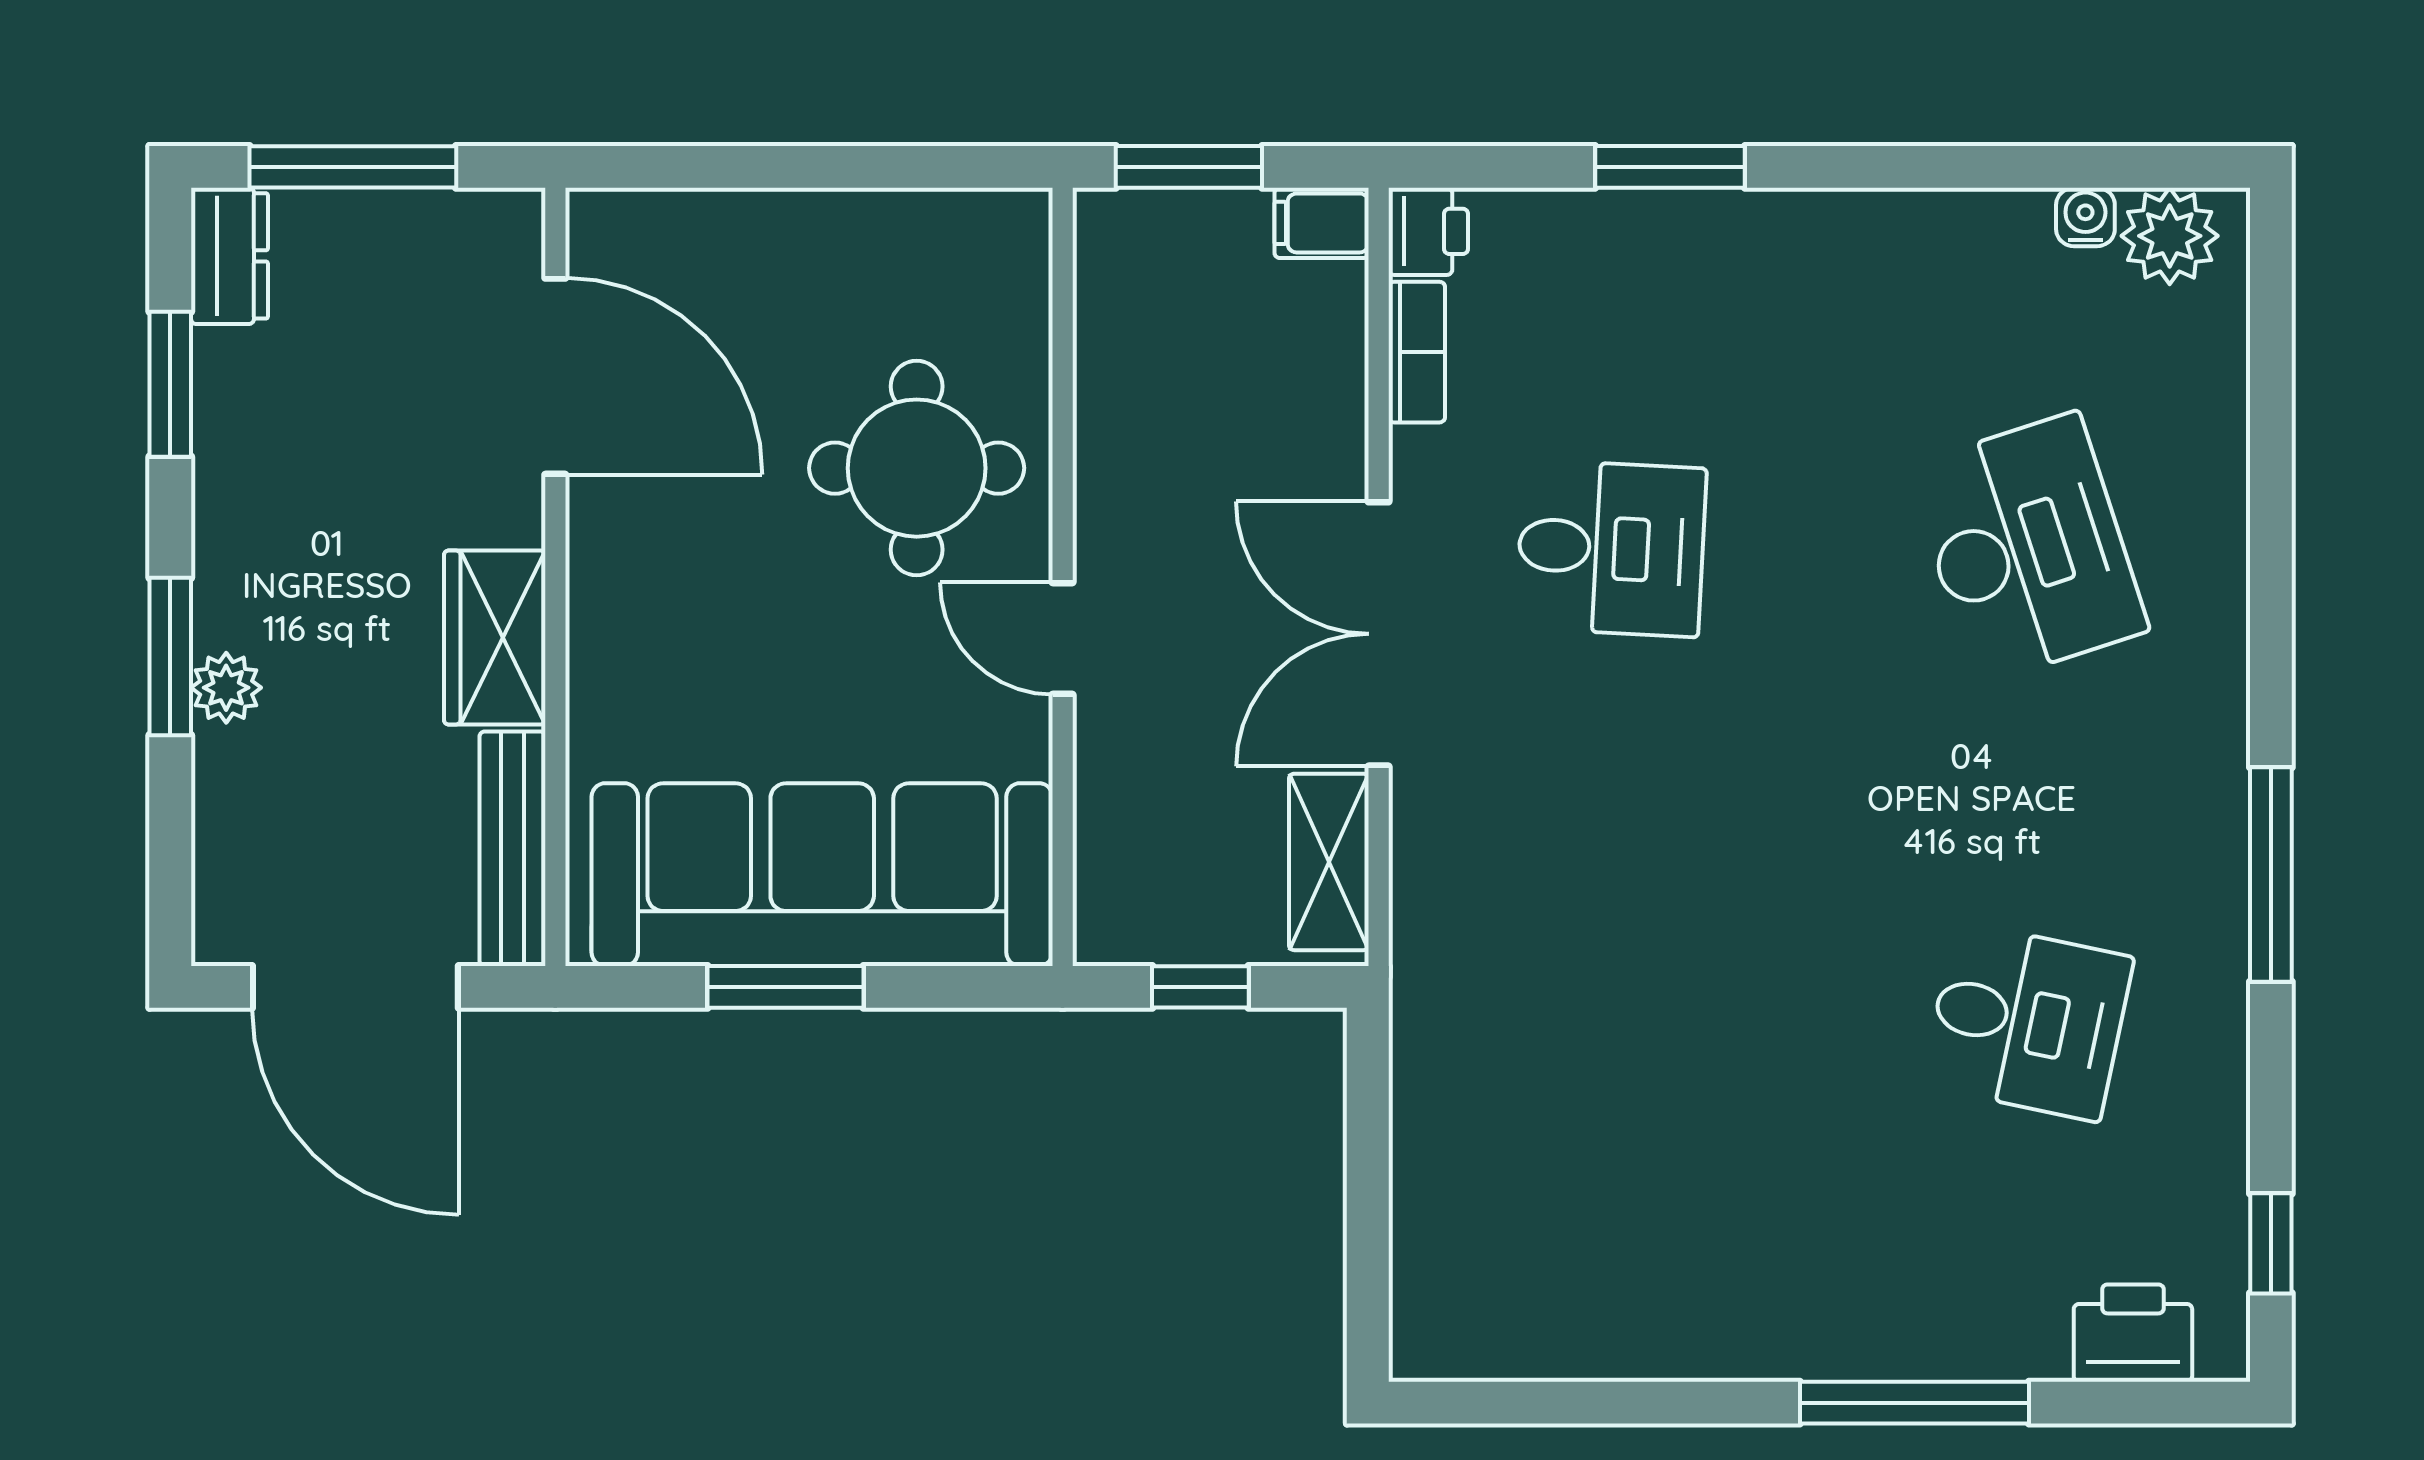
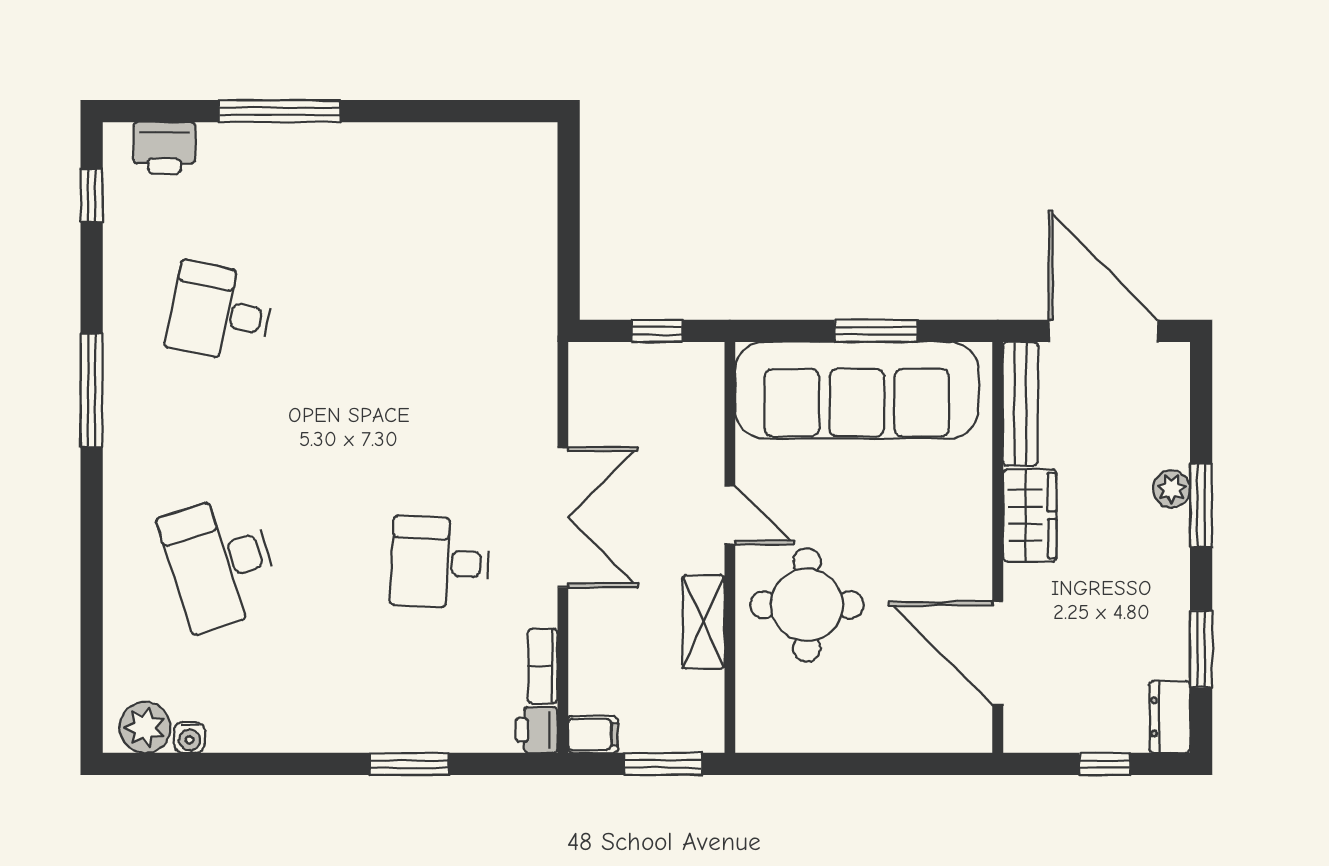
window: (353, 167) -> (1105, 764), width x0.46
shelving: (1329, 862) -> (704, 622), moved

